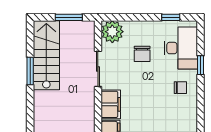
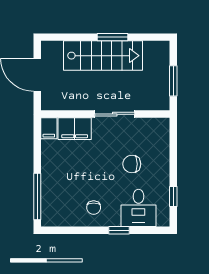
plant: (112, 32) -> (157, 130), removed
desk: (181, 48) -> (138, 208), width x0.73
stairs: (46, 55) -> (103, 56), moved

